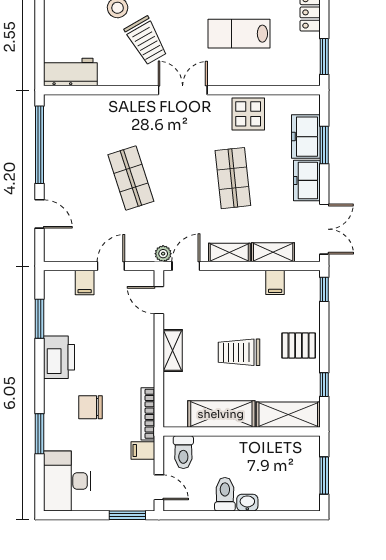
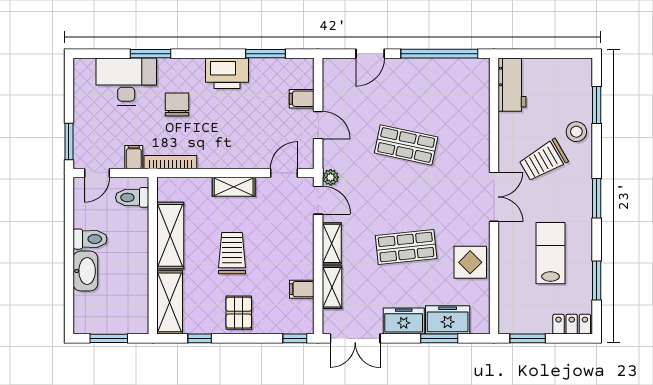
shop shelf: (131, 178) -> (406, 145), turned 30
desk: (67, 481) -> (126, 81), moved
washbasin: (247, 503) -> (85, 271), width x1.91, depth x1.45

